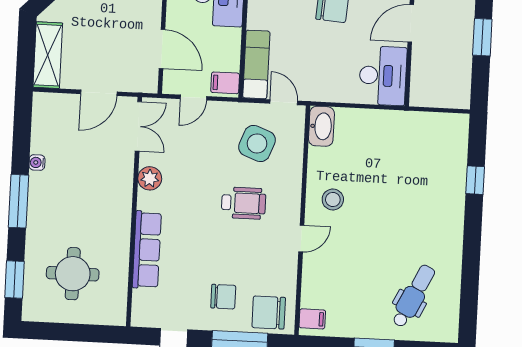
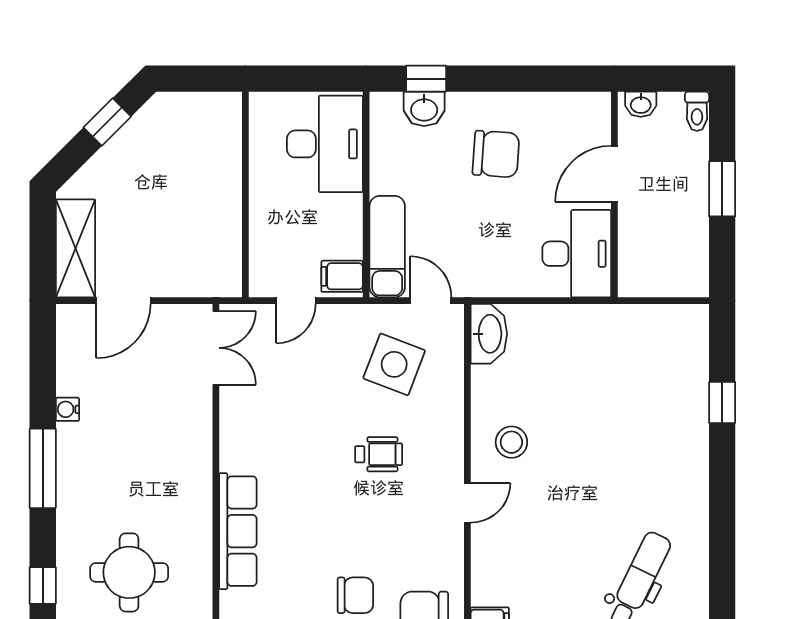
door: (162, 49) -> (245, 231), removed
door: (99, 93) -> (123, 301), moved
plant: (150, 178) -> (237, 424), removed
wheelchair: (244, 203) -> (379, 454), width x0.73, depth x0.73
window: (14, 280) -> (43, 585), width x0.67

